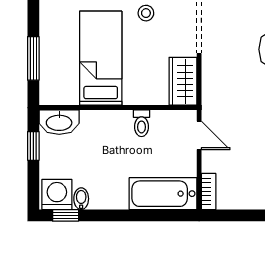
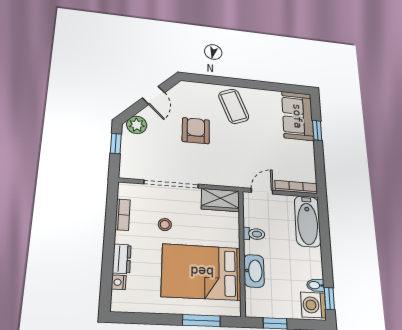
bed: (101, 58) -> (202, 272), width x1.50
washbasin: (59, 122) -> (254, 271), moved
bookcase: (209, 191) -> (296, 187), width x1.56

